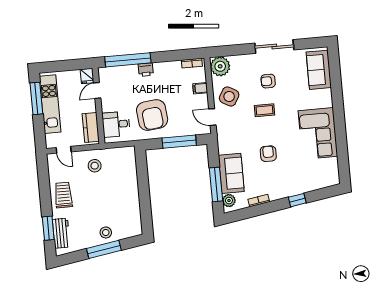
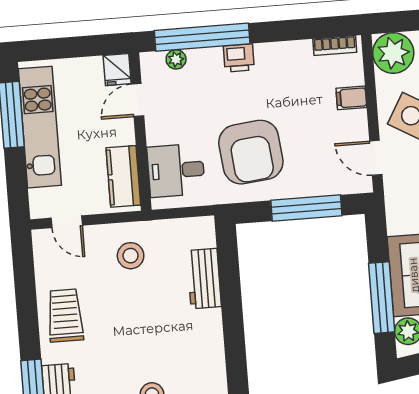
plant: (115, 71) -> (176, 59), added
workbench: (130, 176) -> (204, 279), added

